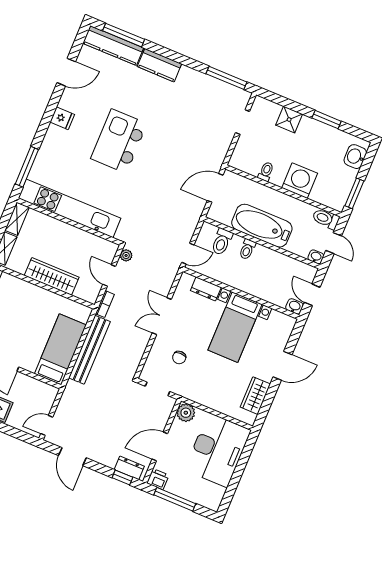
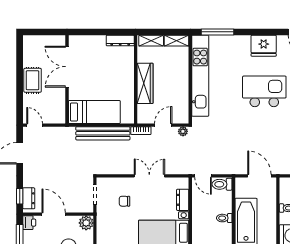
fridge: (62, 118) -> (264, 46), width x1.88, depth x1.34
toilet: (222, 242) -> (222, 184), moved

